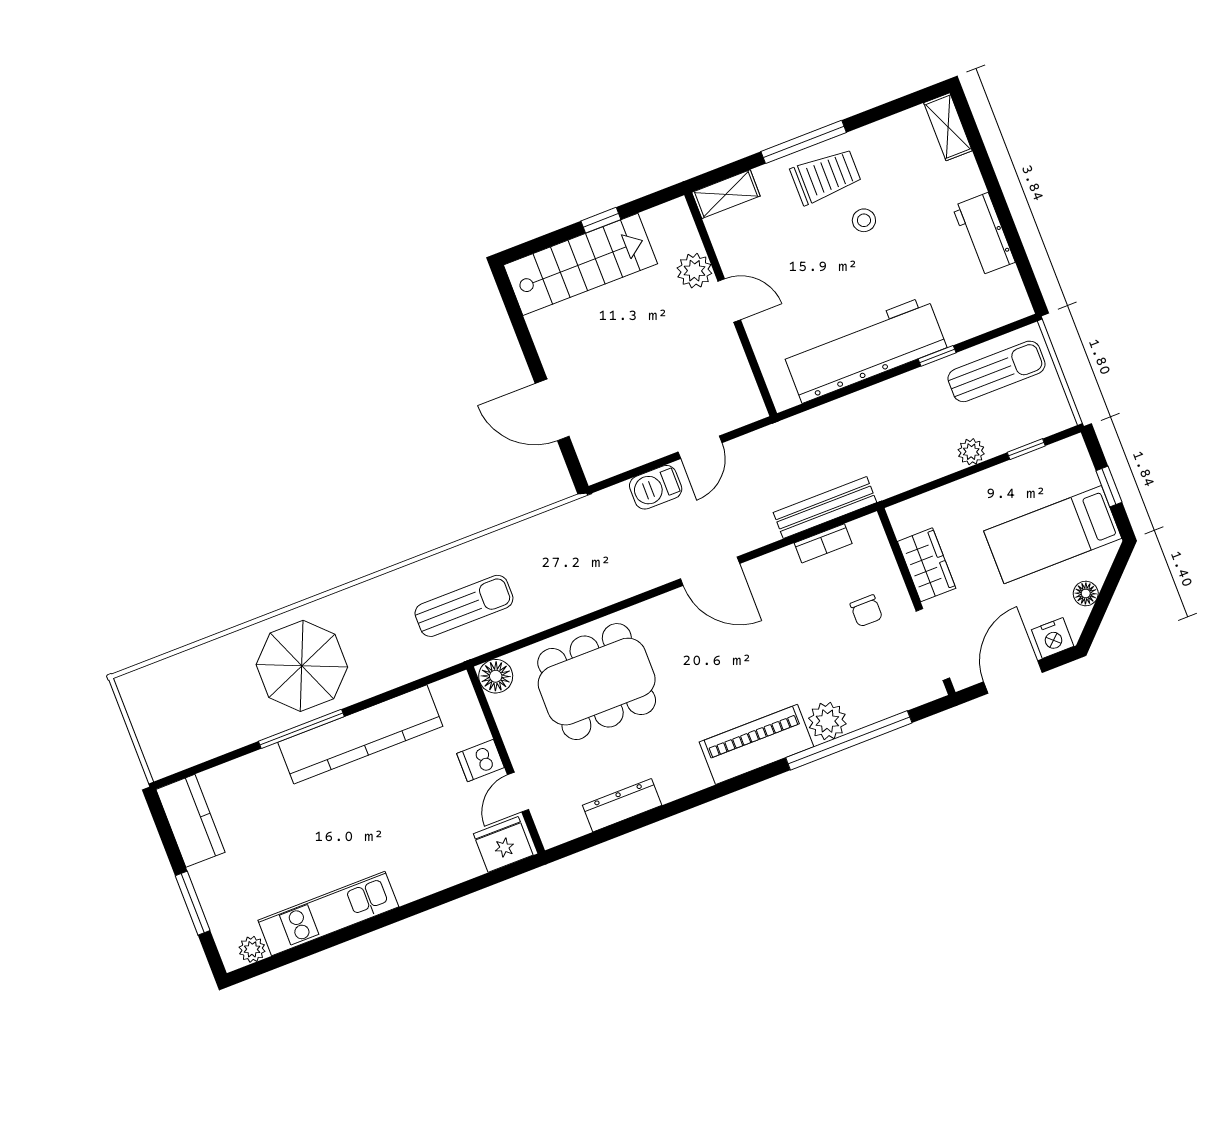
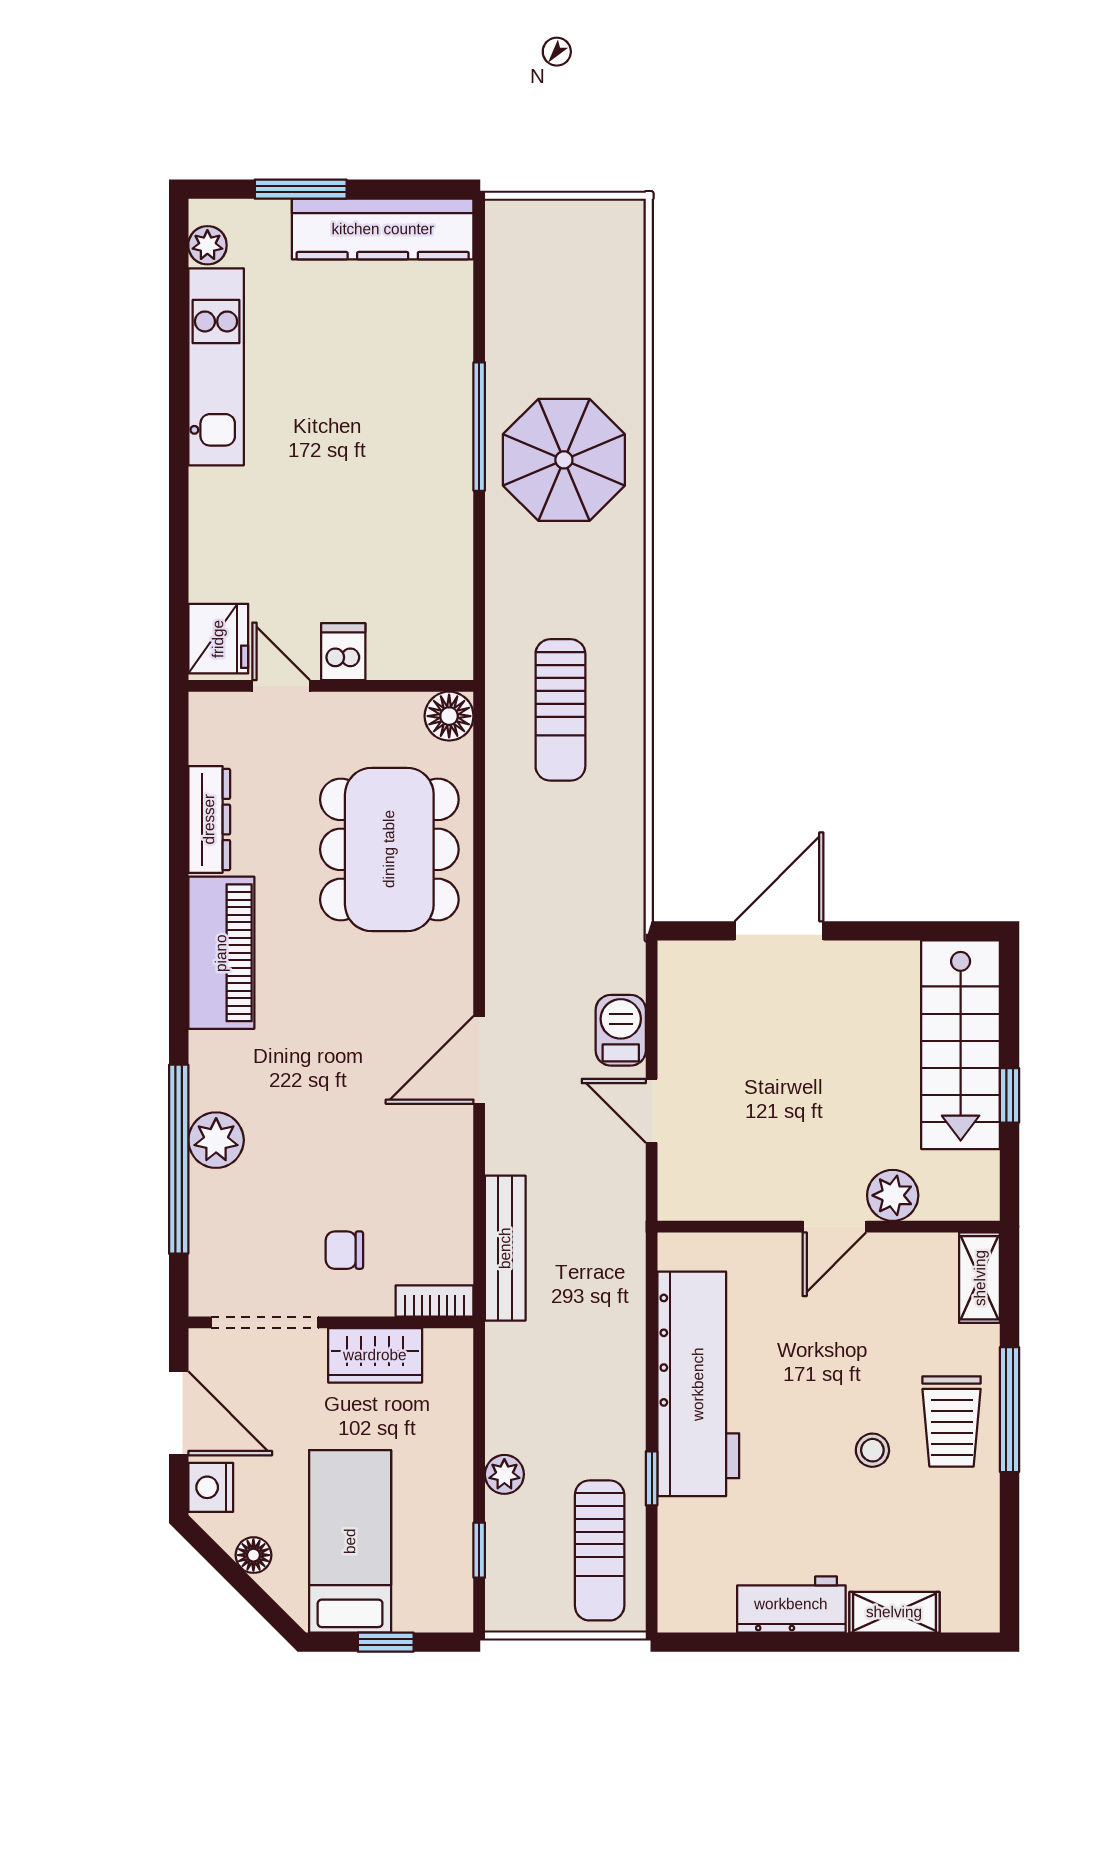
shelving: (948, 127) -> (894, 1612), moved
bookcase: (823, 543) -> (435, 1301), moved, turned 90
kitchen counter: (360, 734) -> (441, 503), removed
piano: (757, 744) -> (221, 953), moved
kitchen counter: (190, 821) -> (383, 229), width x1.50

